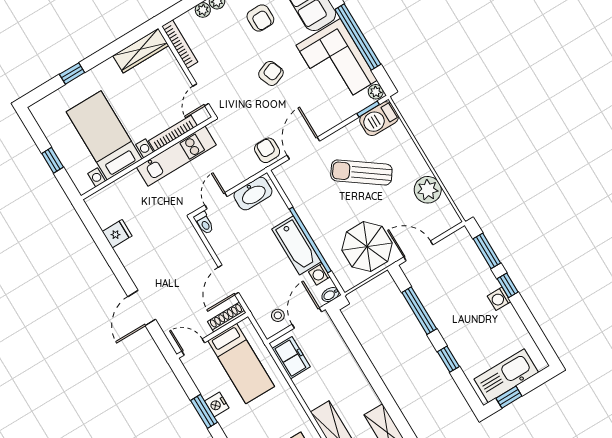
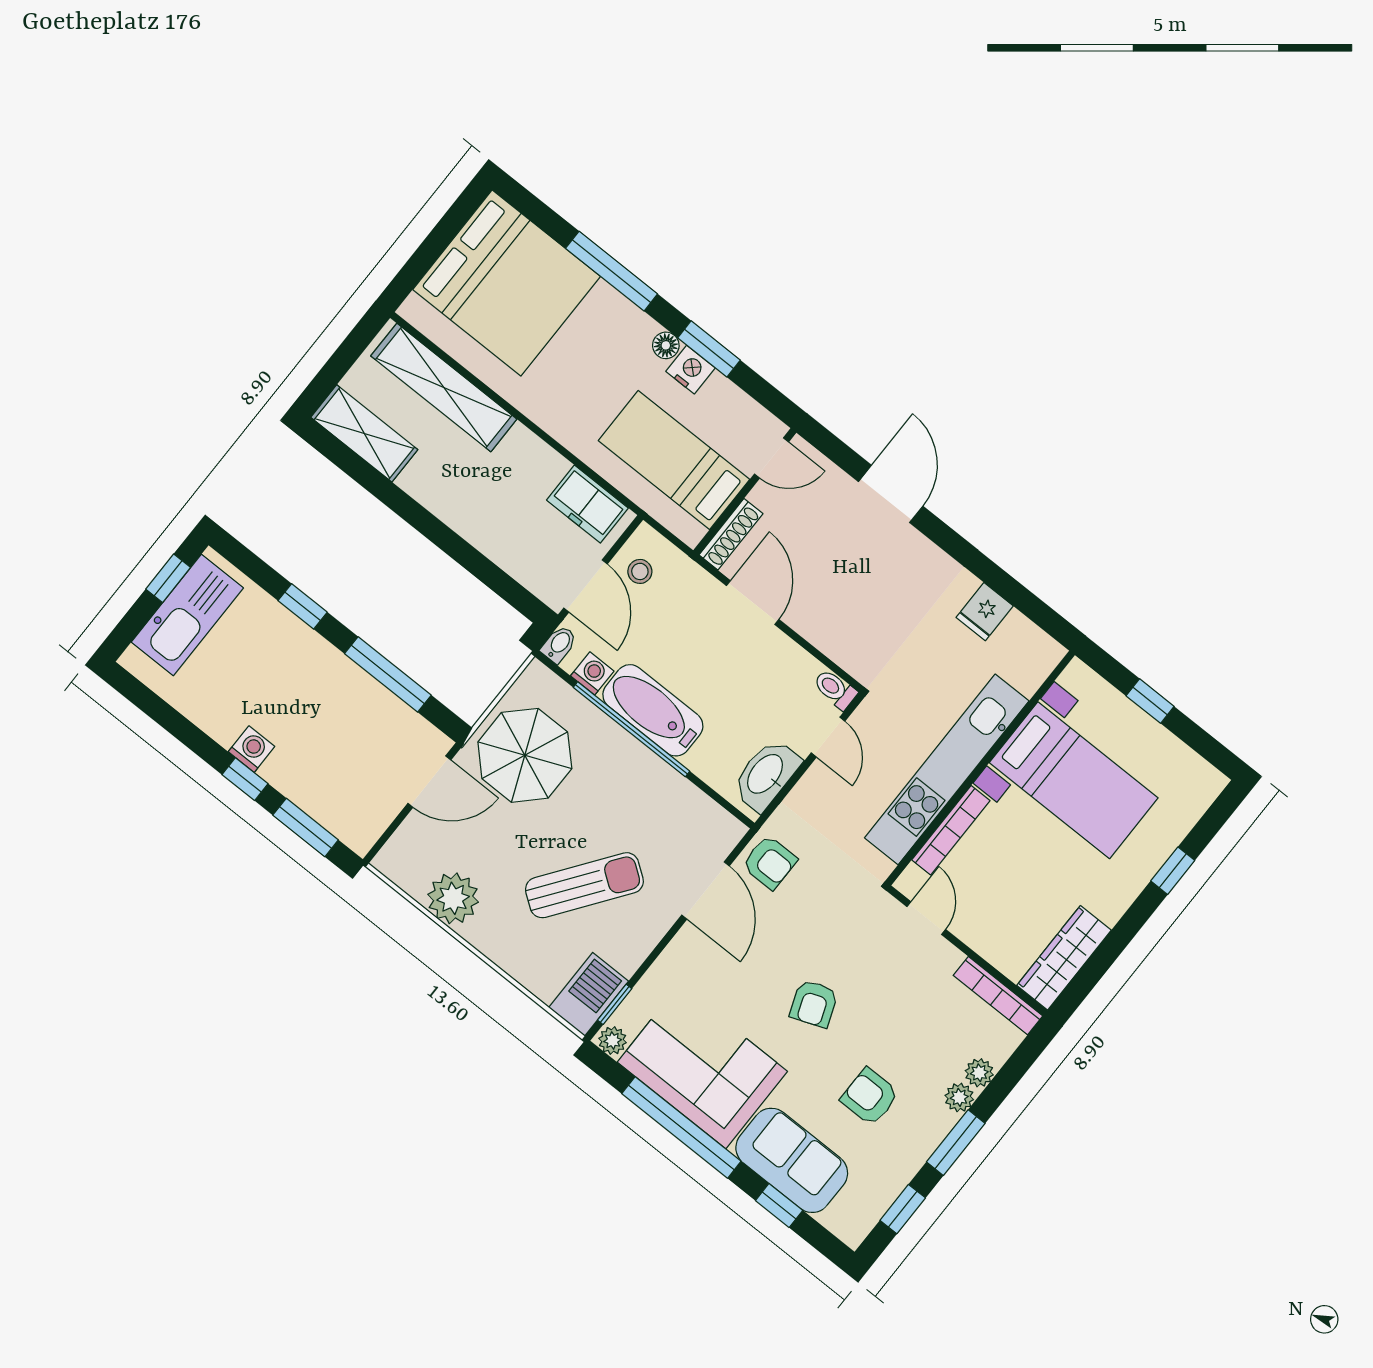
kitchen unit: (176, 156) -> (947, 769), width x1.36
floor lamp: (224, 421) -> (666, 345), added

